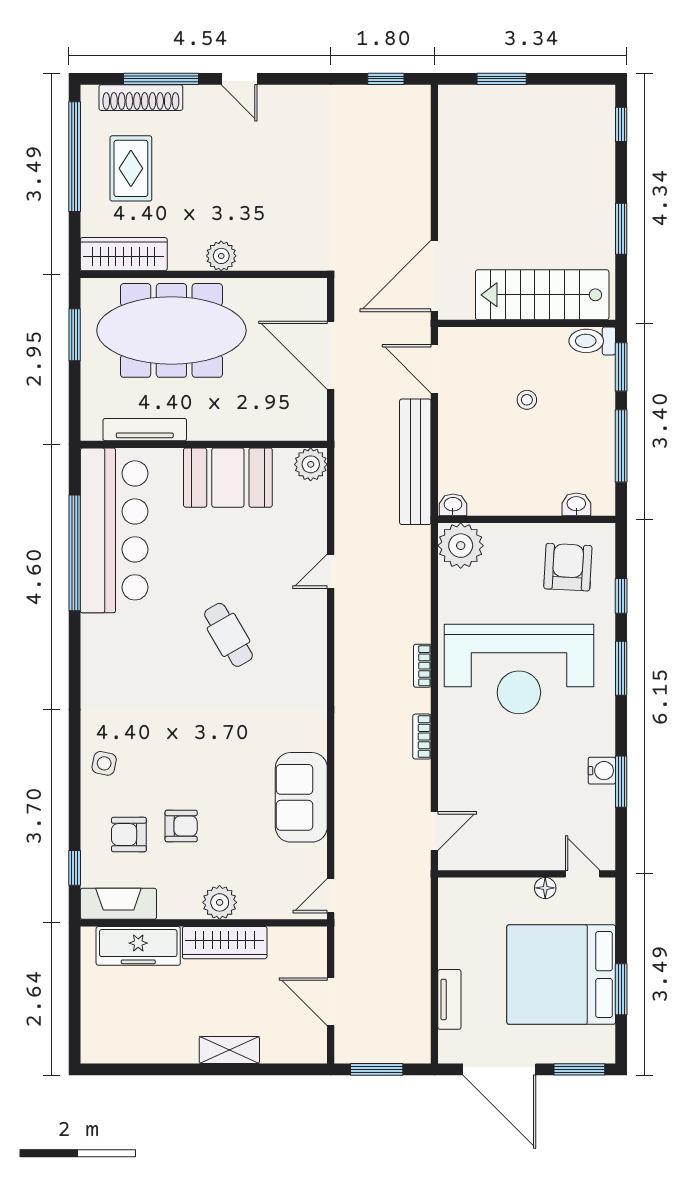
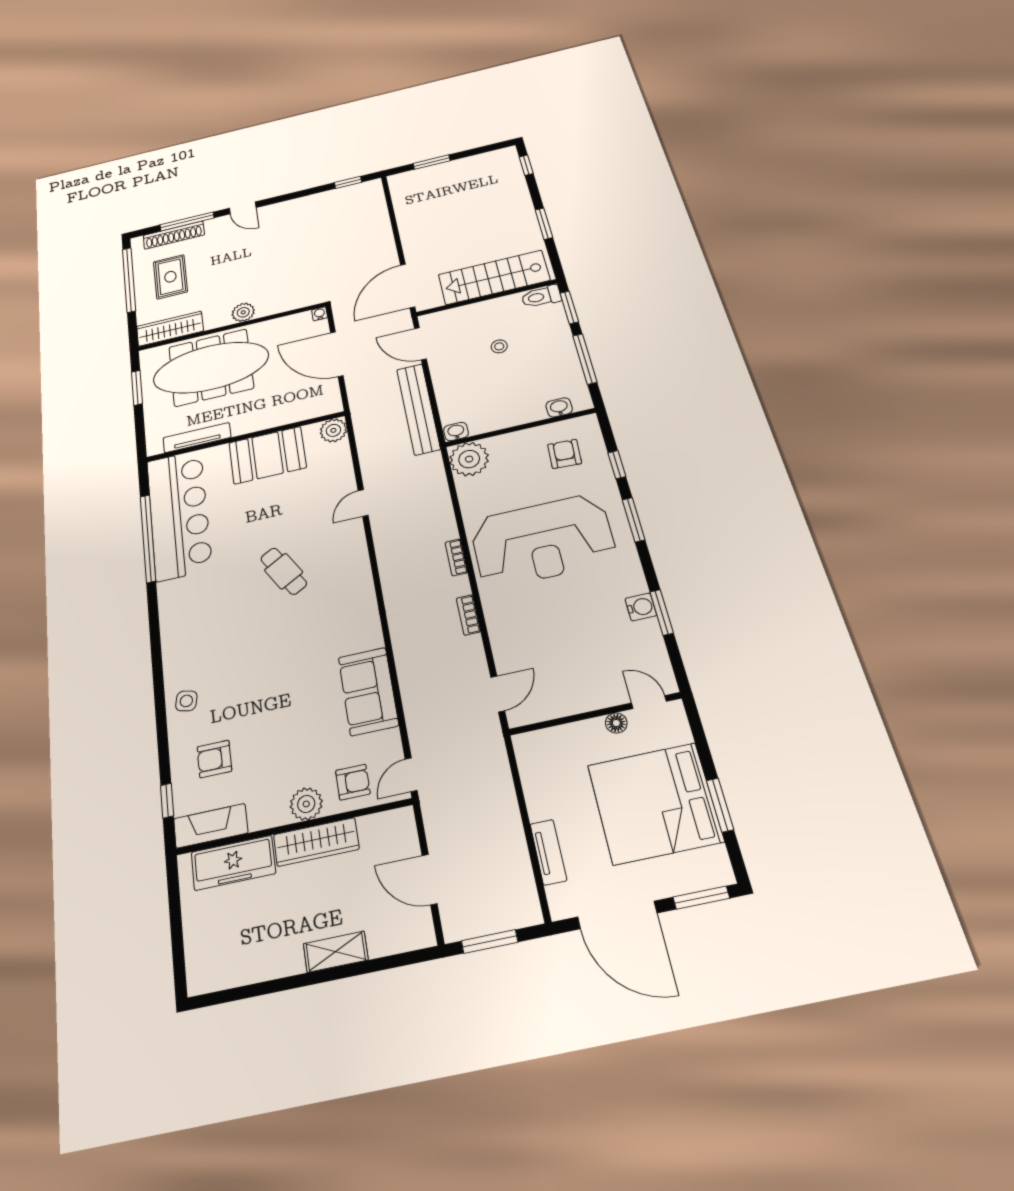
water cooler: (318, 287) -> (320, 314), added
armchair: (568, 567) -> (565, 454), width x0.72, depth x0.72
armchair: (181, 826) -> (353, 782), moved

